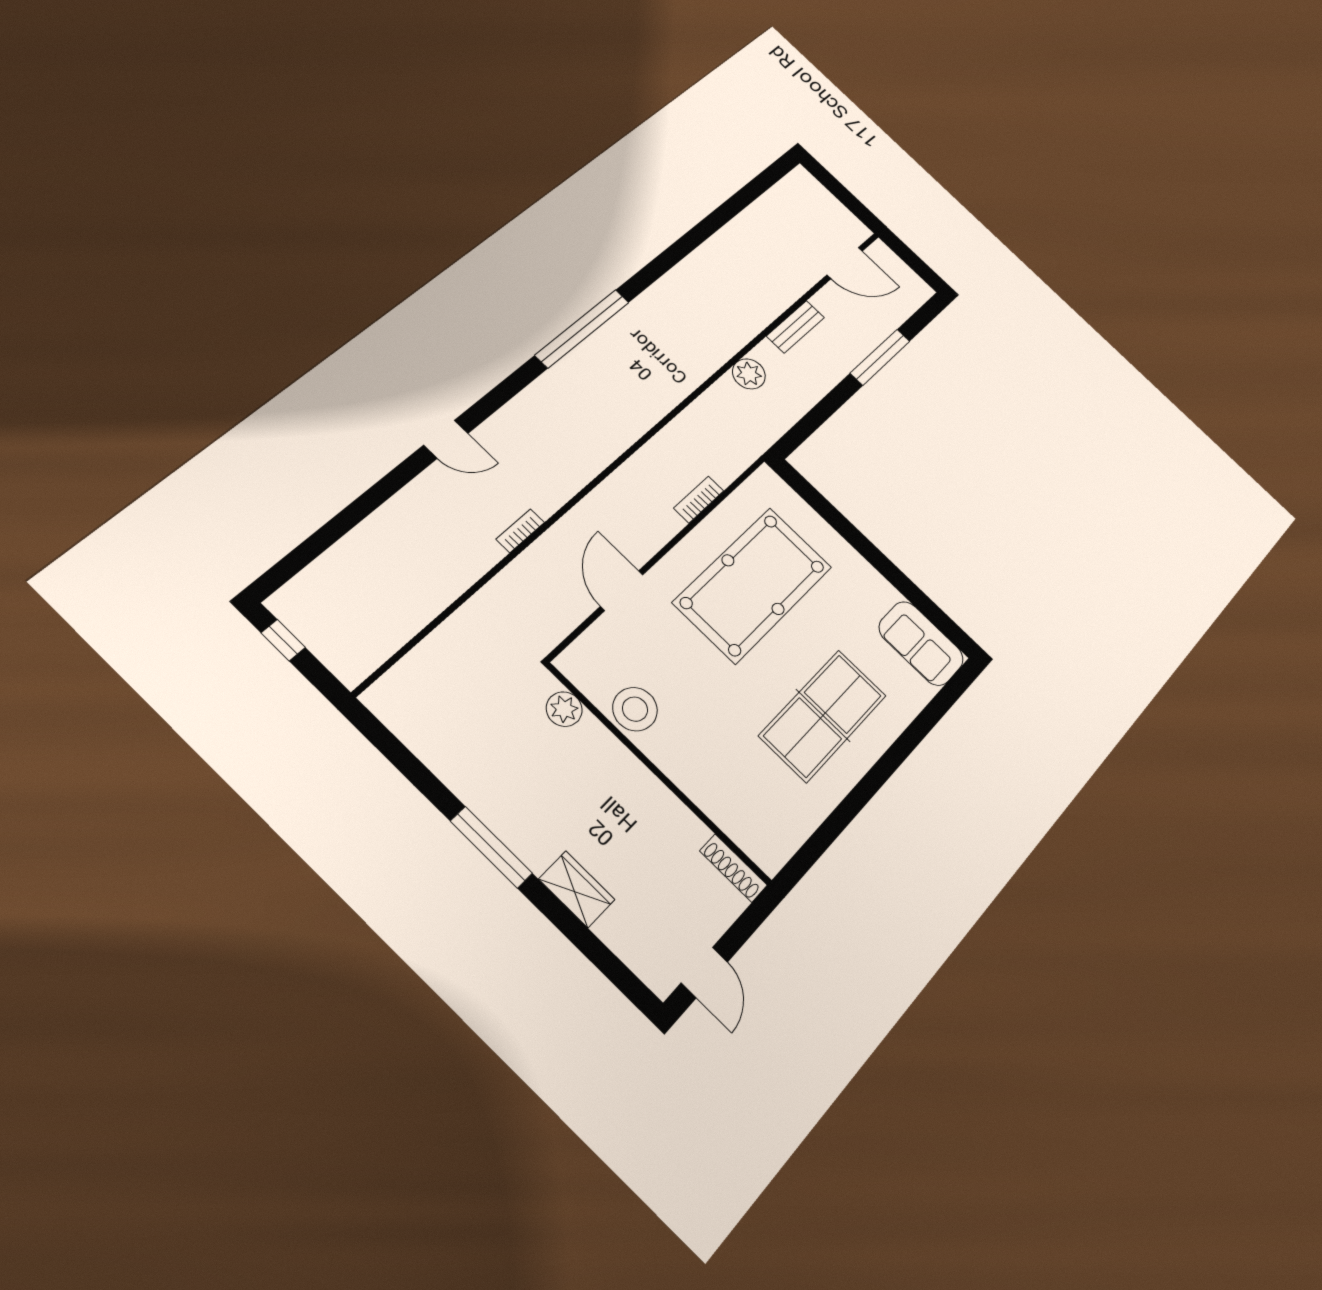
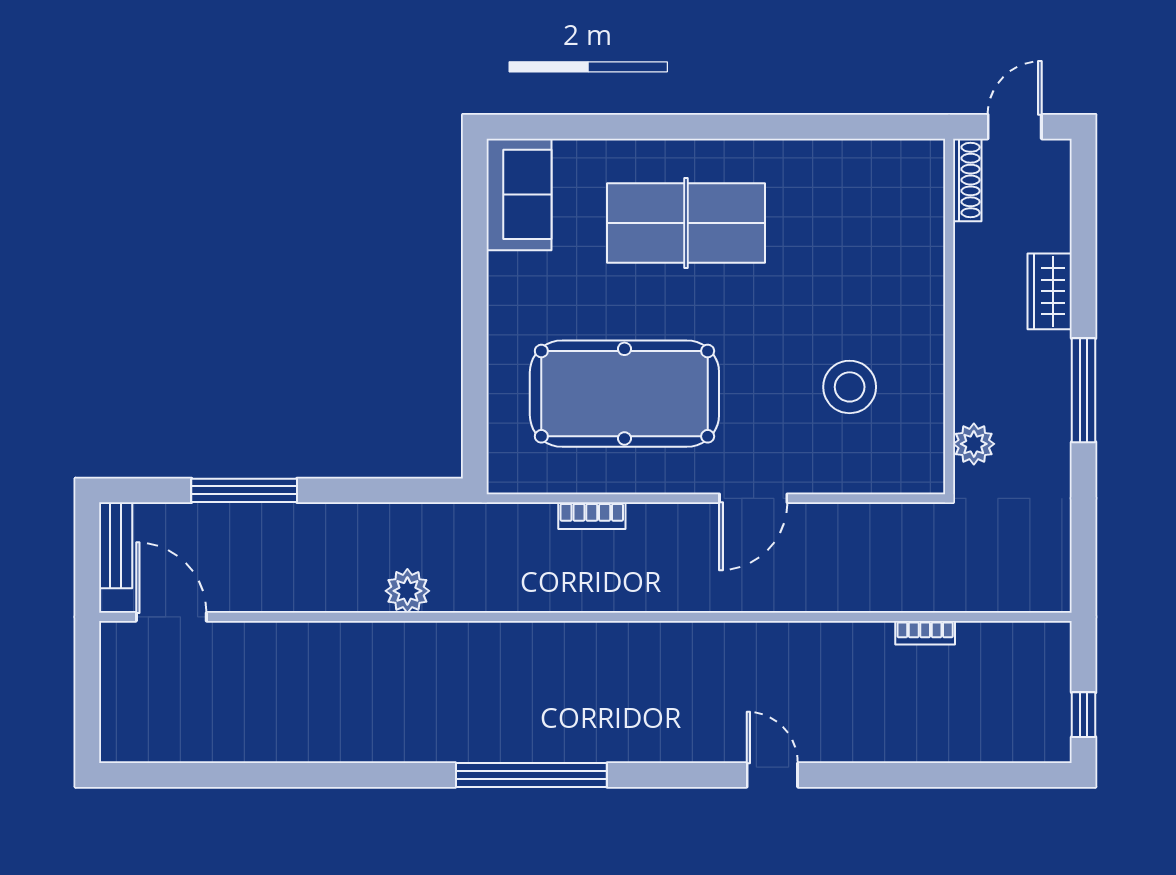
bench: (795, 327) -> (116, 545), moved, turned 90
bookcase: (520, 531) -> (925, 633), moved
plant: (564, 709) -> (974, 444), moved
wall: (658, 773) -> (949, 316), moved
shoe rack: (733, 868) -> (967, 180), moved

